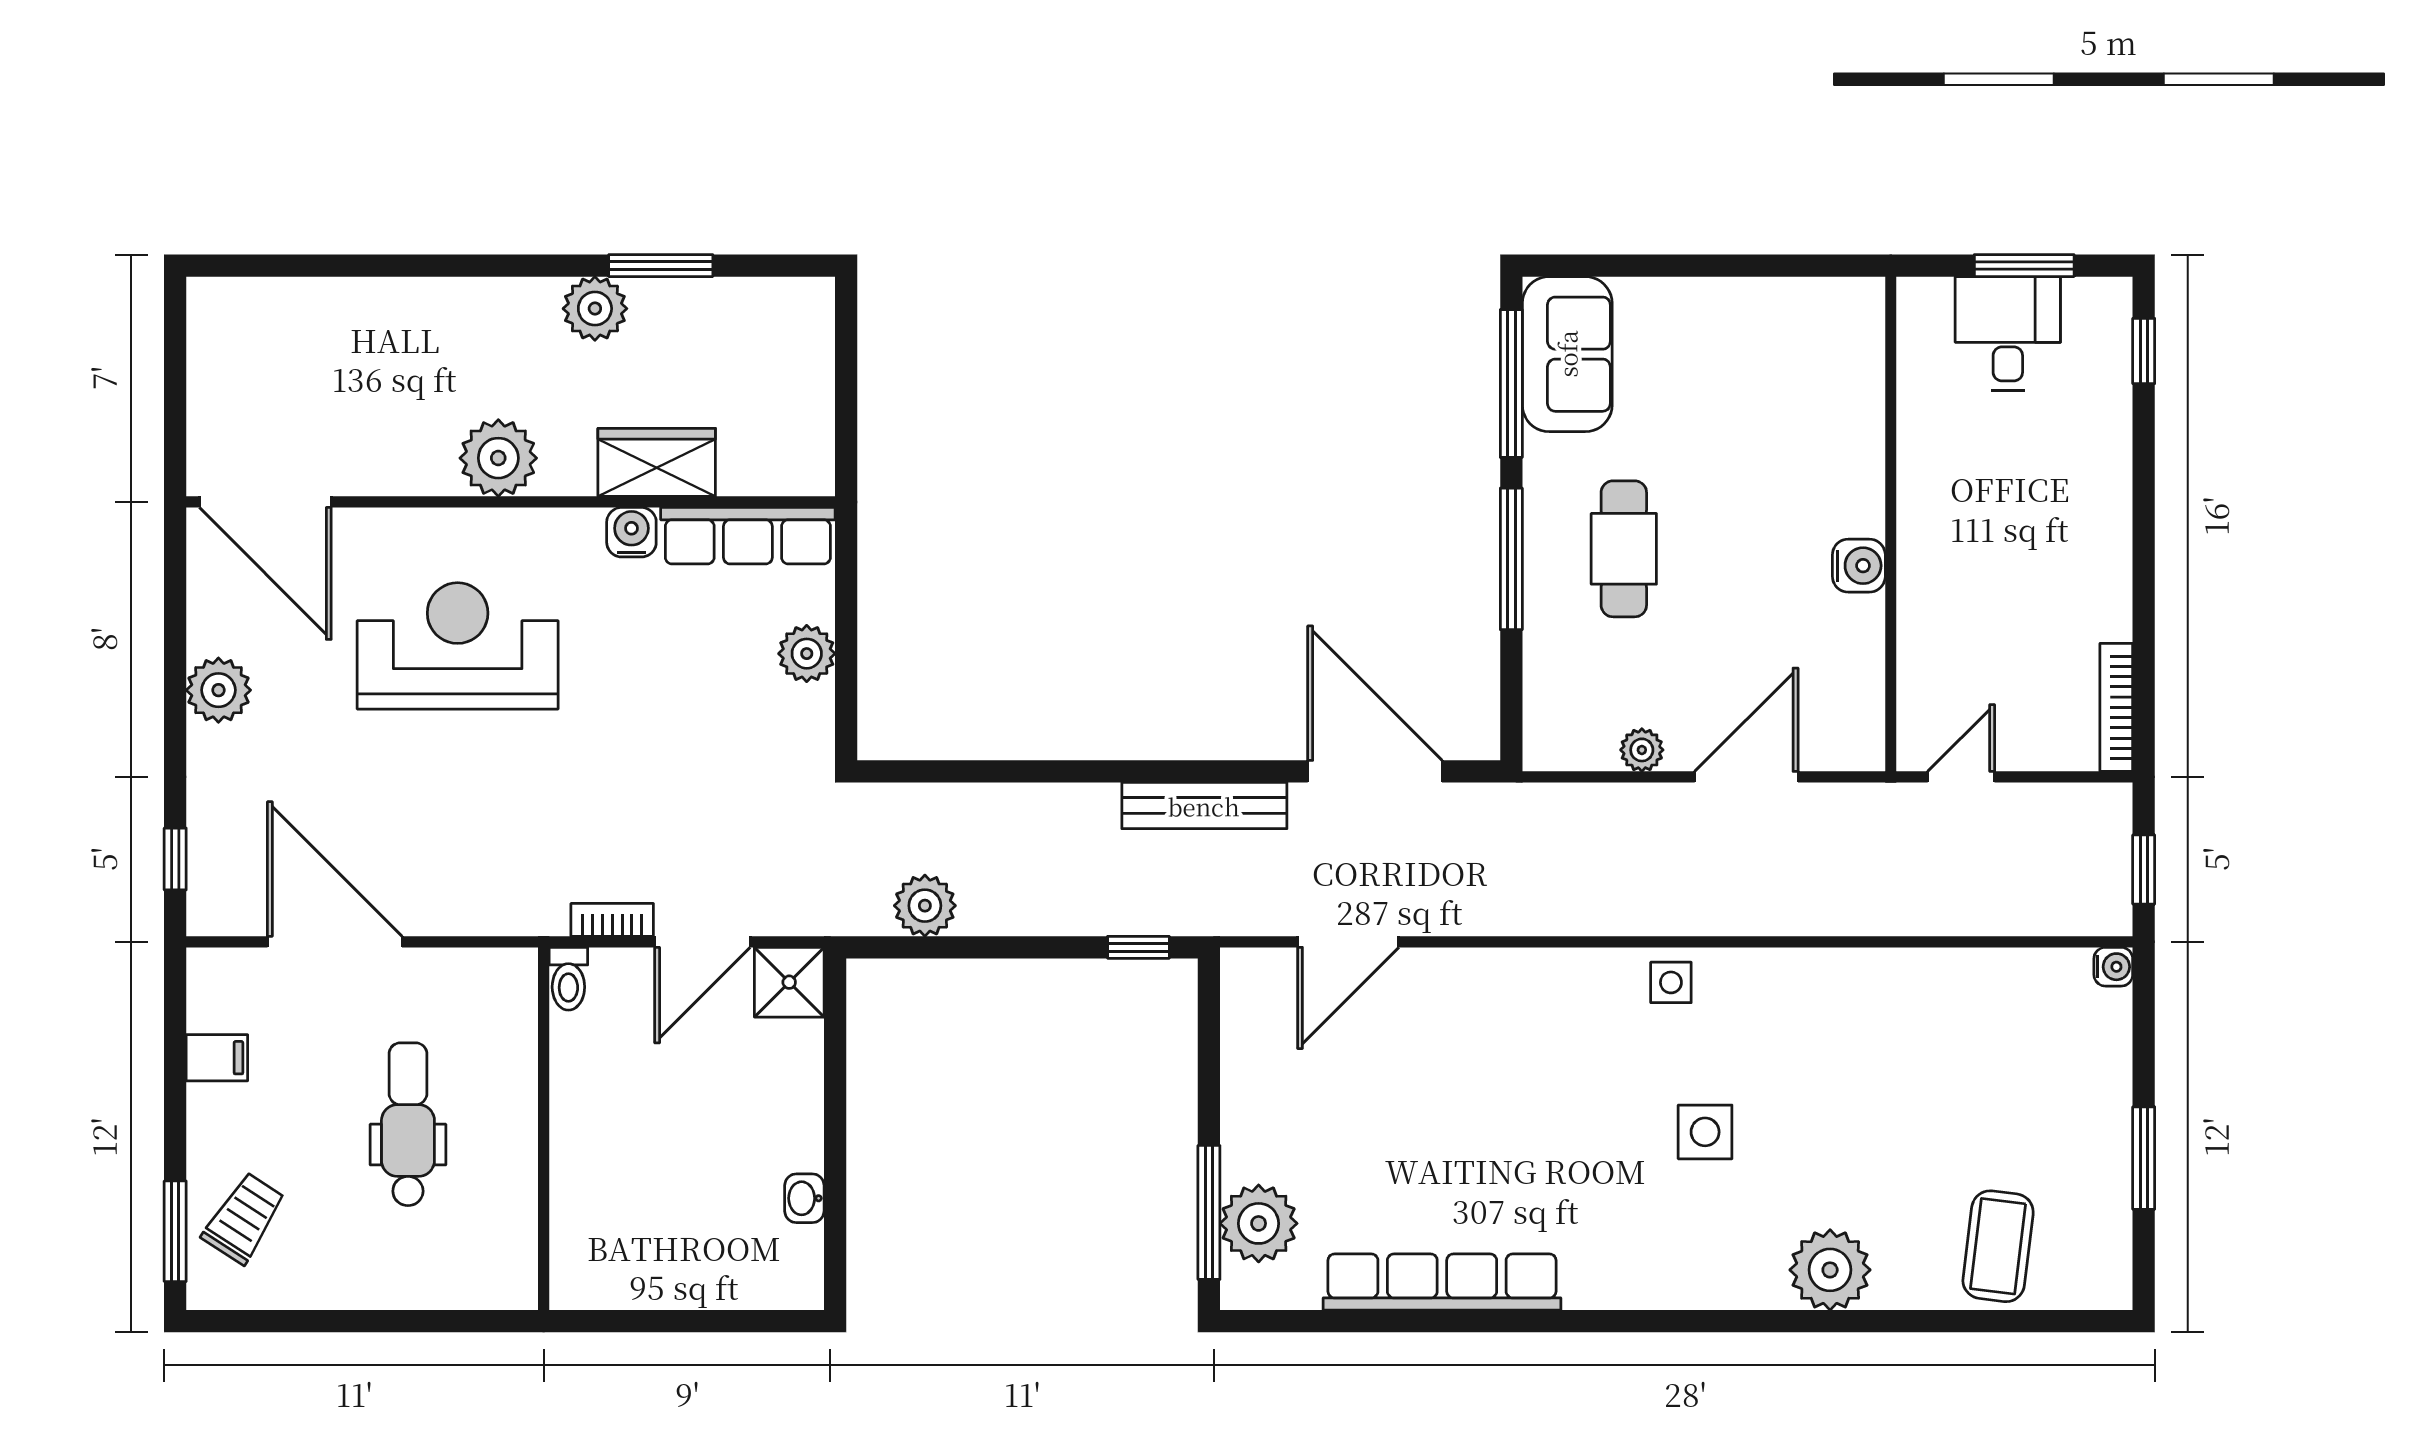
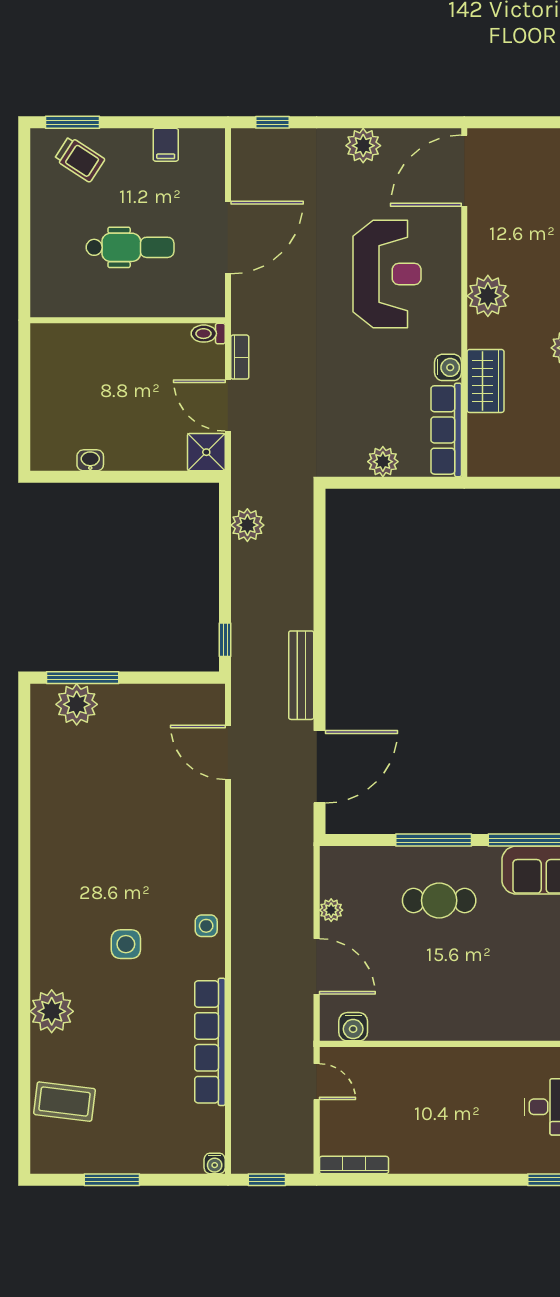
water cooler: (1859, 566) -> (353, 1027), moved
door: (335, 942) -> (228, 237), moved
row of seats: (1442, 1282) -> (210, 1042), moved, turned 180

